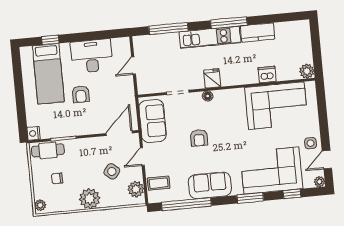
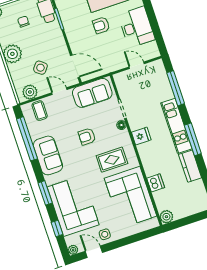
floor lamp: (208, 96) -> (121, 125), moved
rug: (231, 116) -> (112, 160), added

